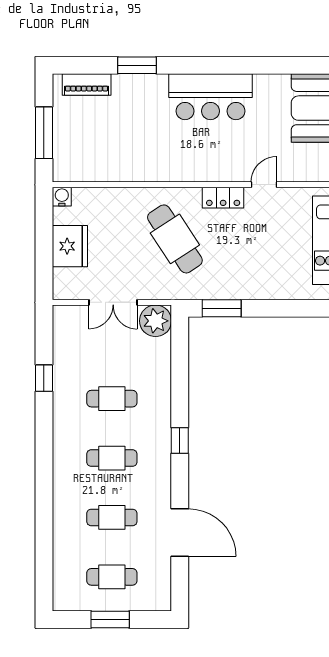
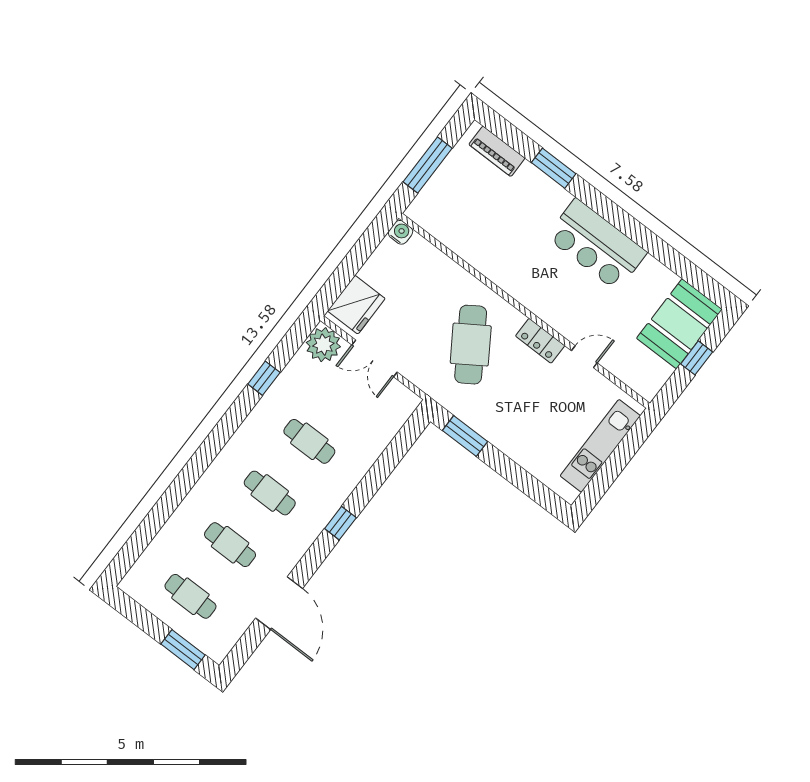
fridge: (70, 246) -> (356, 305), moved
plant: (156, 321) -> (323, 345), moved
window: (110, 620) -> (183, 650), moved

